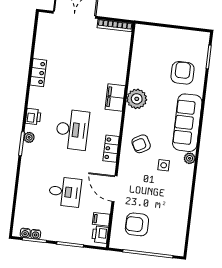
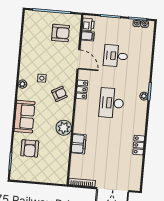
filing cabinet: (115, 97) -> (79, 144), moved
printer: (33, 117) -> (141, 112), removed
sofa: (187, 123) -> (24, 117), width x0.73

